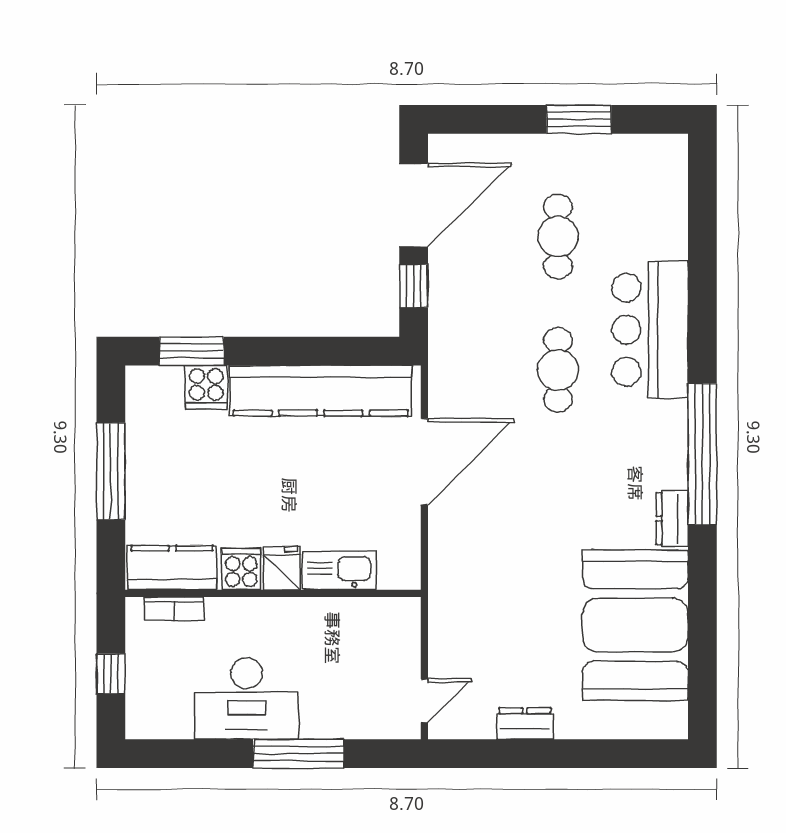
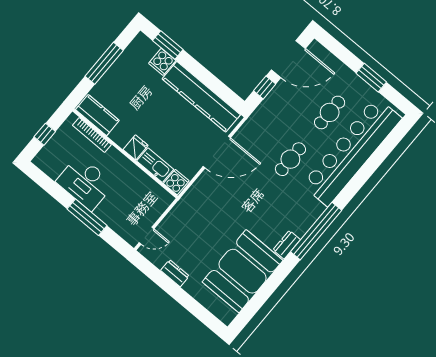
bar counter: (650, 330) -> (352, 151), width x1.86
cooker: (241, 569) -> (176, 182), moved
bookcase: (174, 609) -> (92, 135), width x1.56

